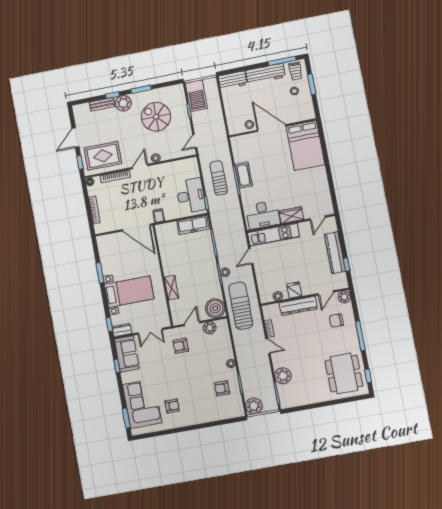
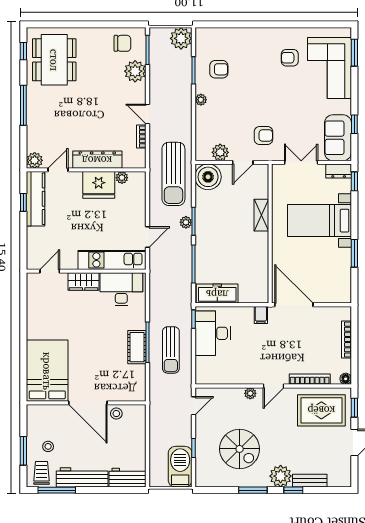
kitchen counter: (335, 253) -> (36, 199), moved
fridge: (294, 290) -> (99, 185), width x1.88, depth x1.34
chair: (336, 321) -> (122, 43), moved

